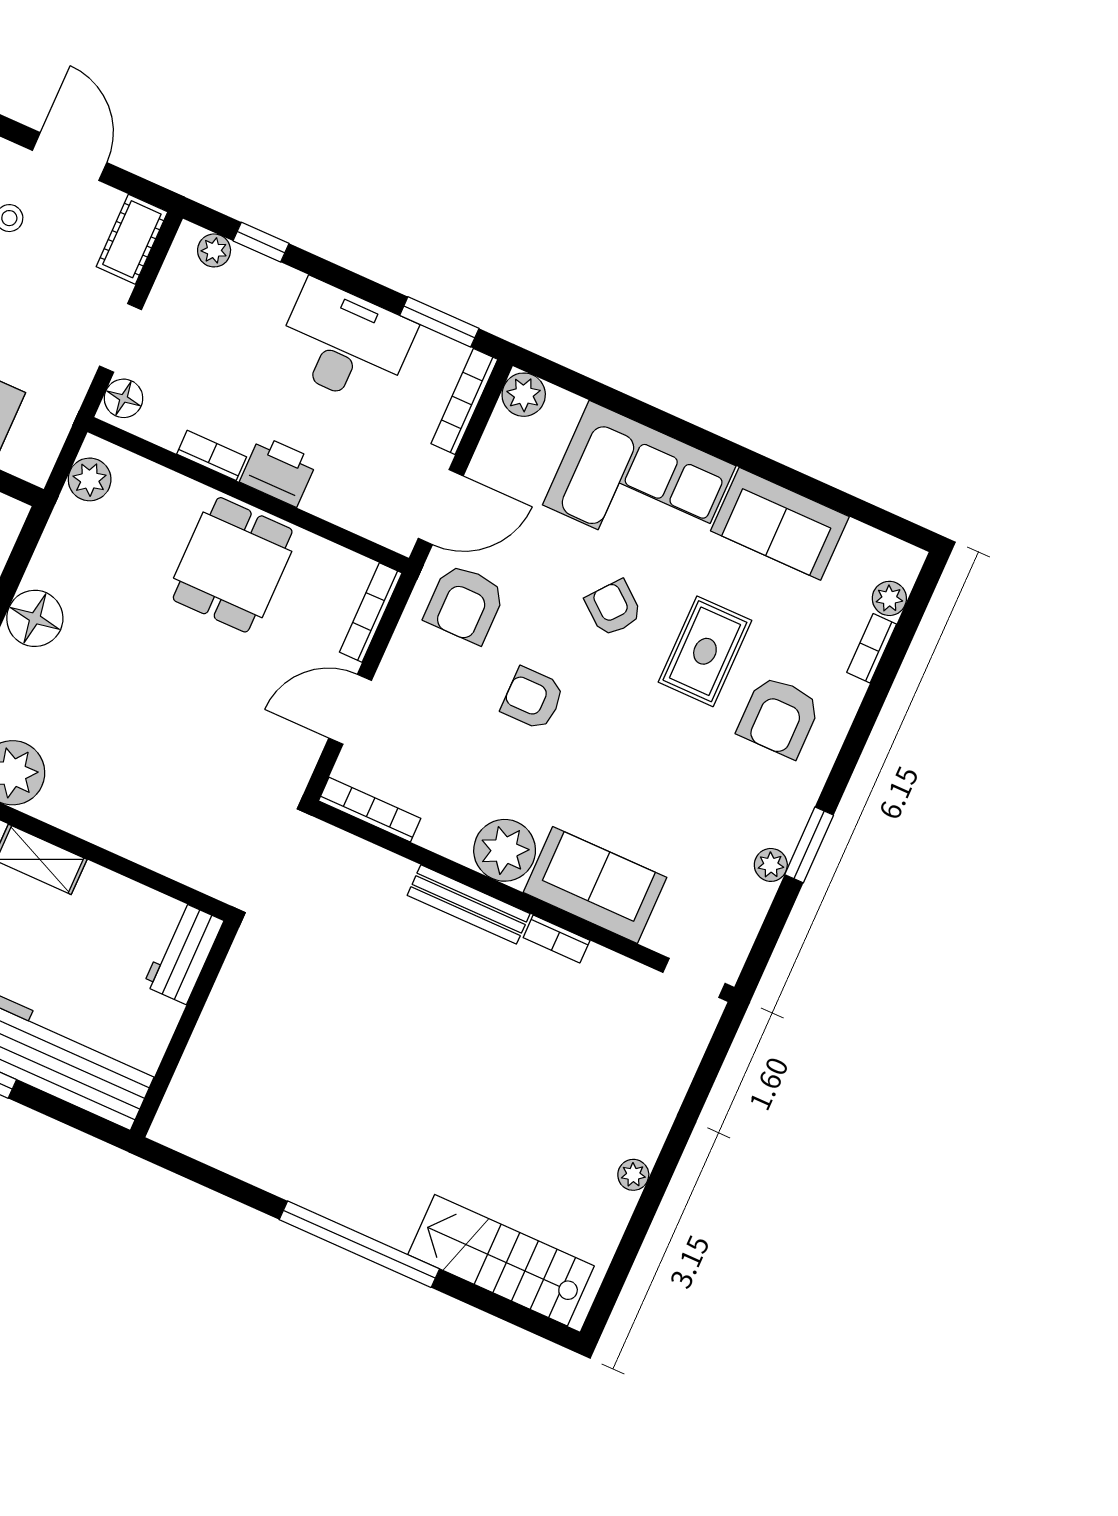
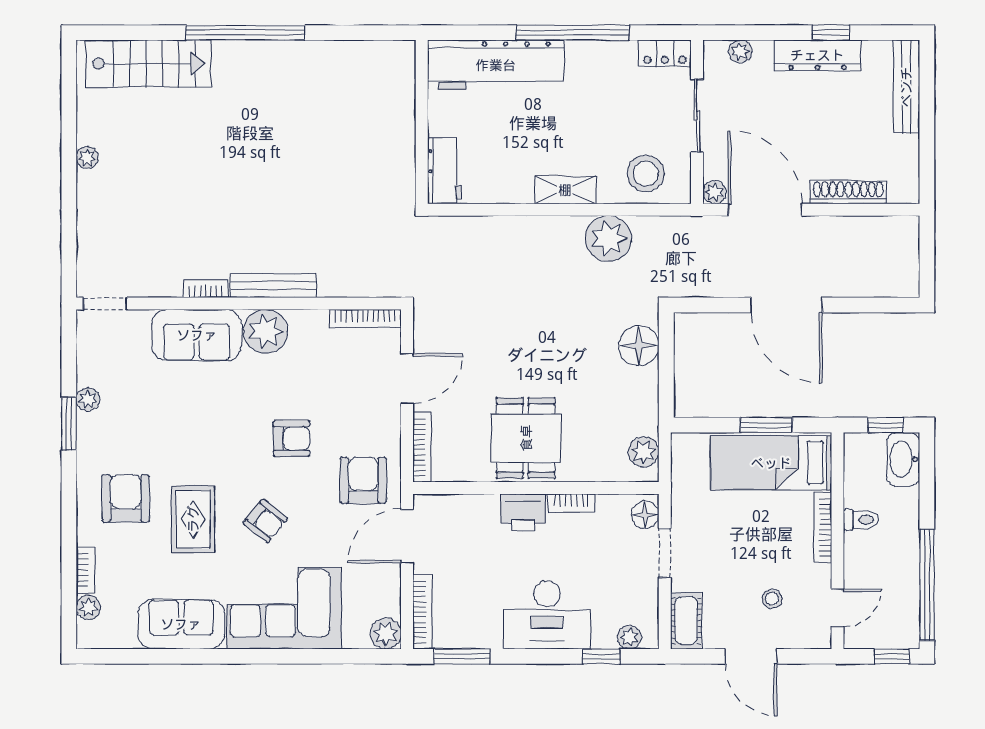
desk: (345, 343) -> (547, 615), moved

